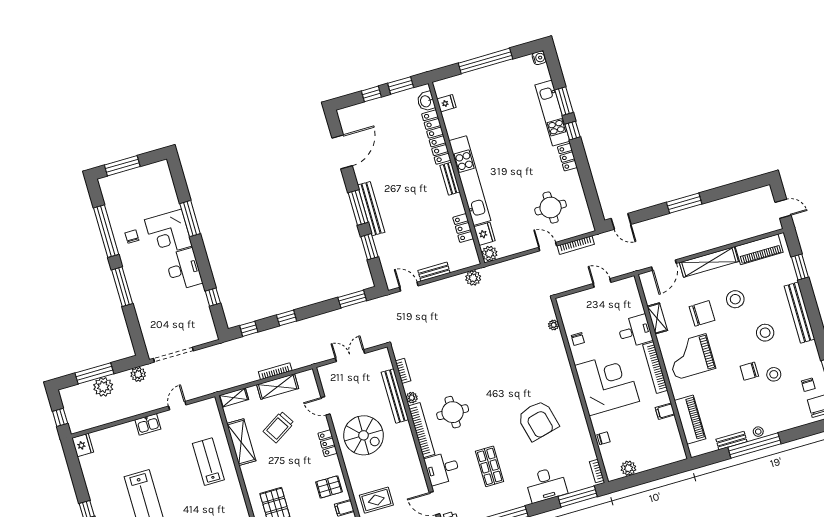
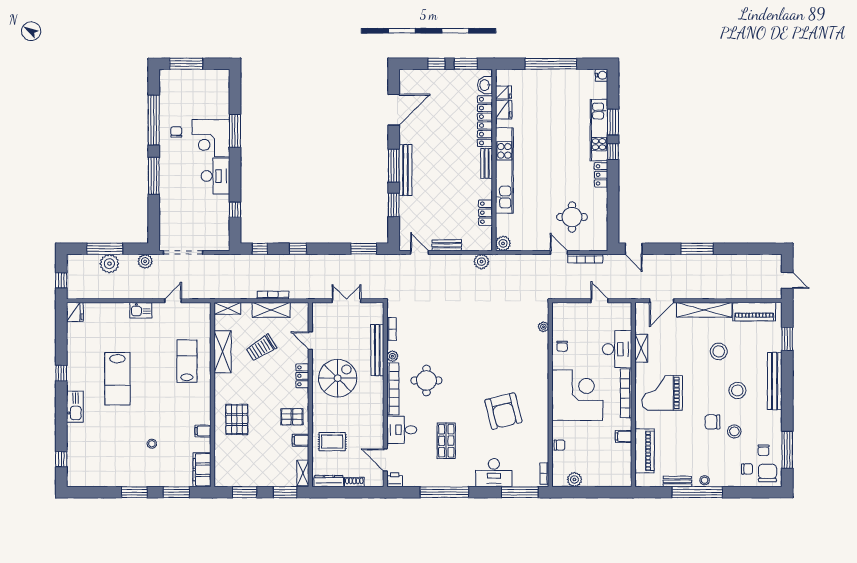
fridge: (484, 234) -> (504, 110), moved
chair: (702, 313) -> (747, 469), moved, width x0.54, depth x0.54
desk: (635, 331) -> (617, 349), width x1.37
spiral stairs: (364, 435) -> (338, 378), turned -90

